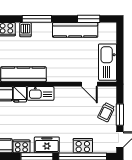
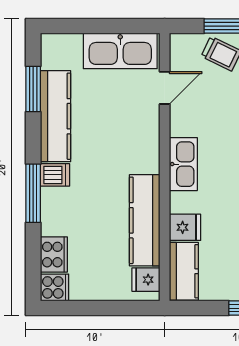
dishwasher: (25, 30) -> (55, 175), moved
kitchen sink: (41, 93) -> (183, 164), moved

